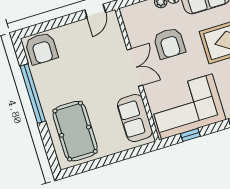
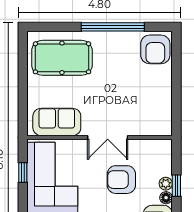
door: (95, 11) -> (176, 115), removed
armchair: (41, 49) -> (155, 49), turned -90

